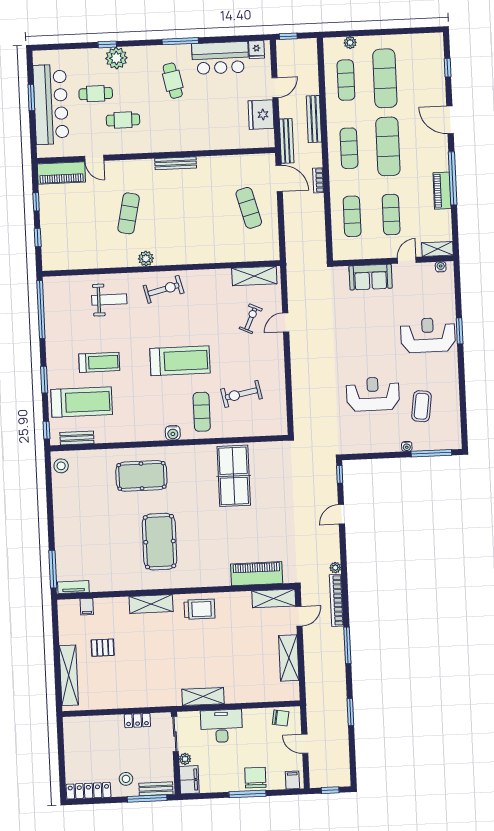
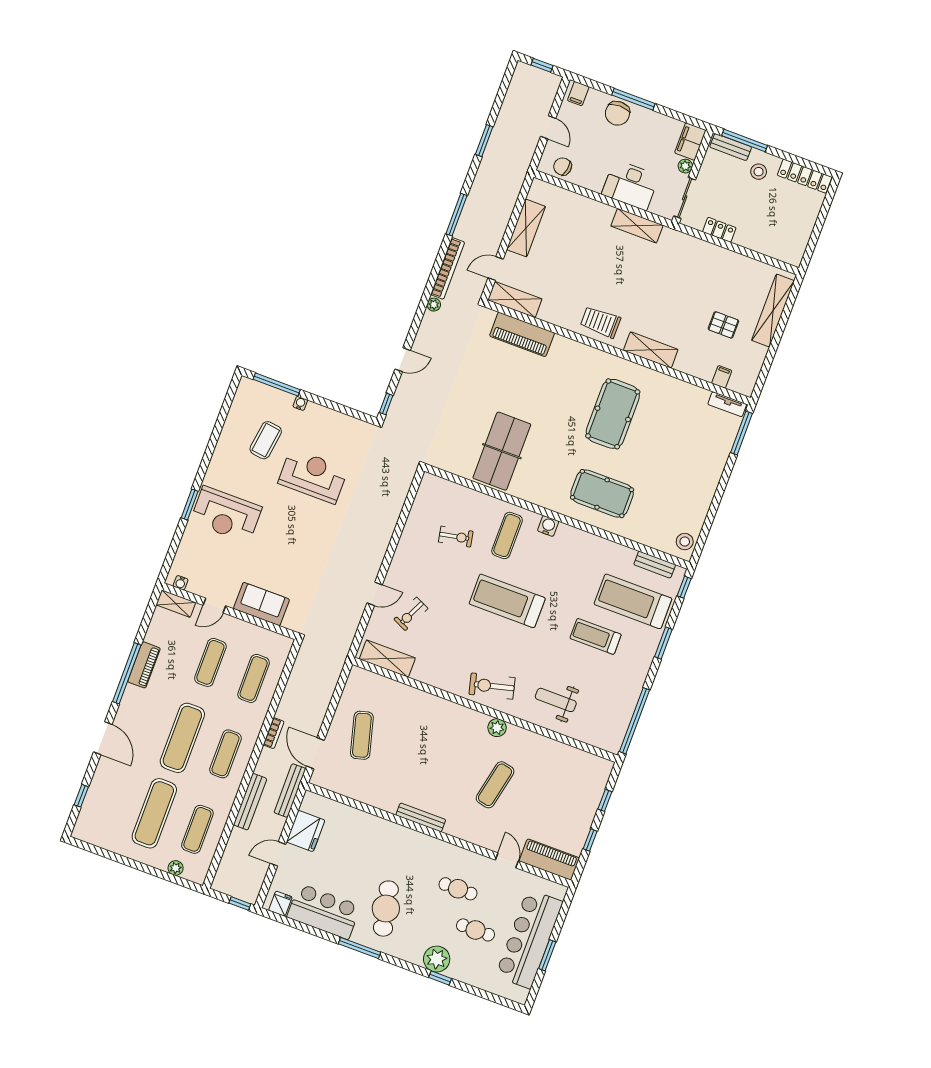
cafe table: (173, 81) -> (386, 909), width x1.37, depth x1.35
exercise bike: (241, 394) -> (456, 537), width x0.73, depth x0.72
reception desk: (373, 394) -> (313, 476), turned 180

